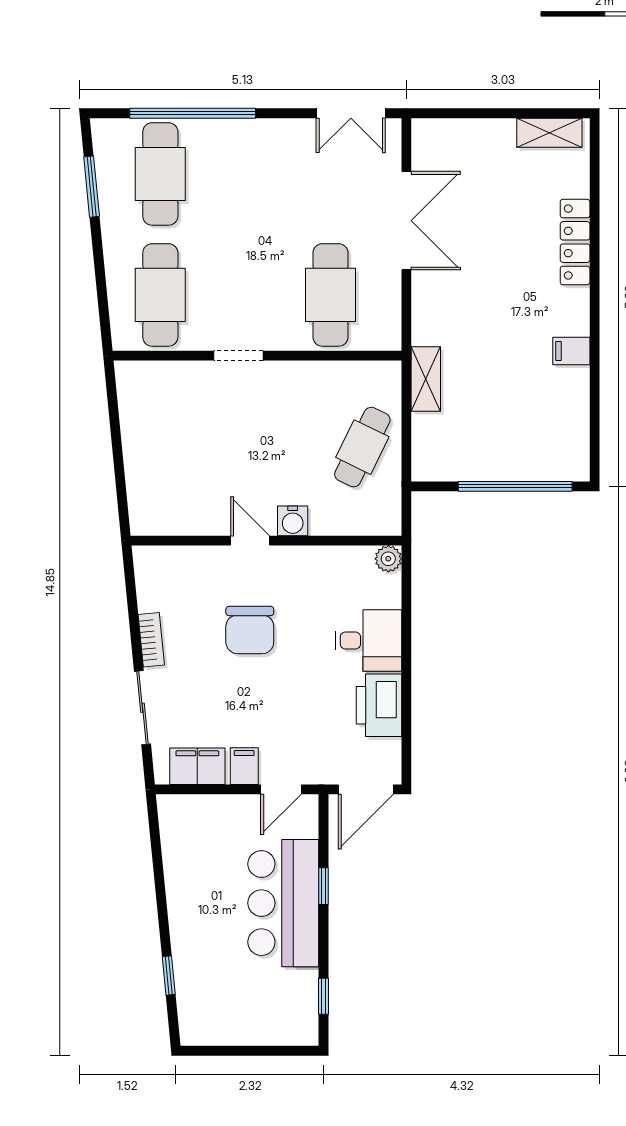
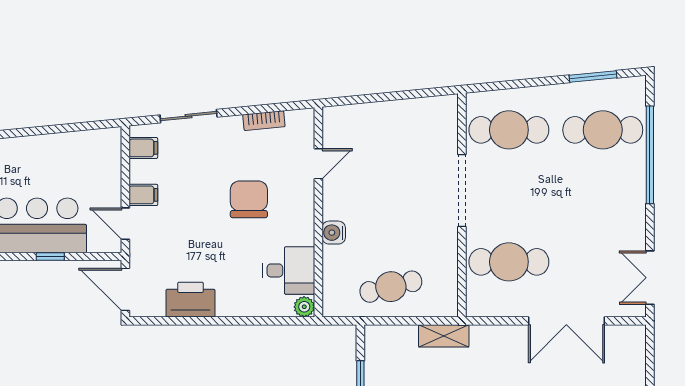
doorway: (238, 356) -> (462, 190), width x1.88
cafe table: (362, 447) -> (391, 287), turned -40
door: (250, 541) -> (318, 164), moved
chair: (250, 630) -> (249, 199), turned 90
bookcase: (151, 640) -> (264, 121), moved
desk: (368, 640) -> (289, 270), moved, turned -90
filing cabinet: (197, 766) -> (143, 148), width x0.50

